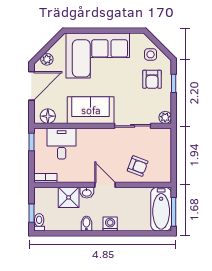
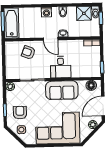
desk: (62, 144) -> (61, 67), moved
shower: (69, 197) -> (84, 13), moved

